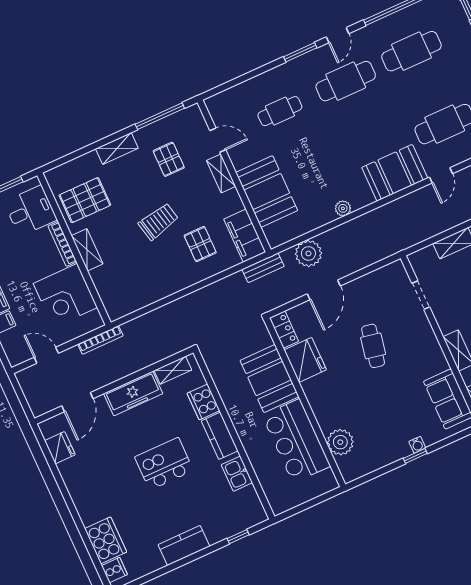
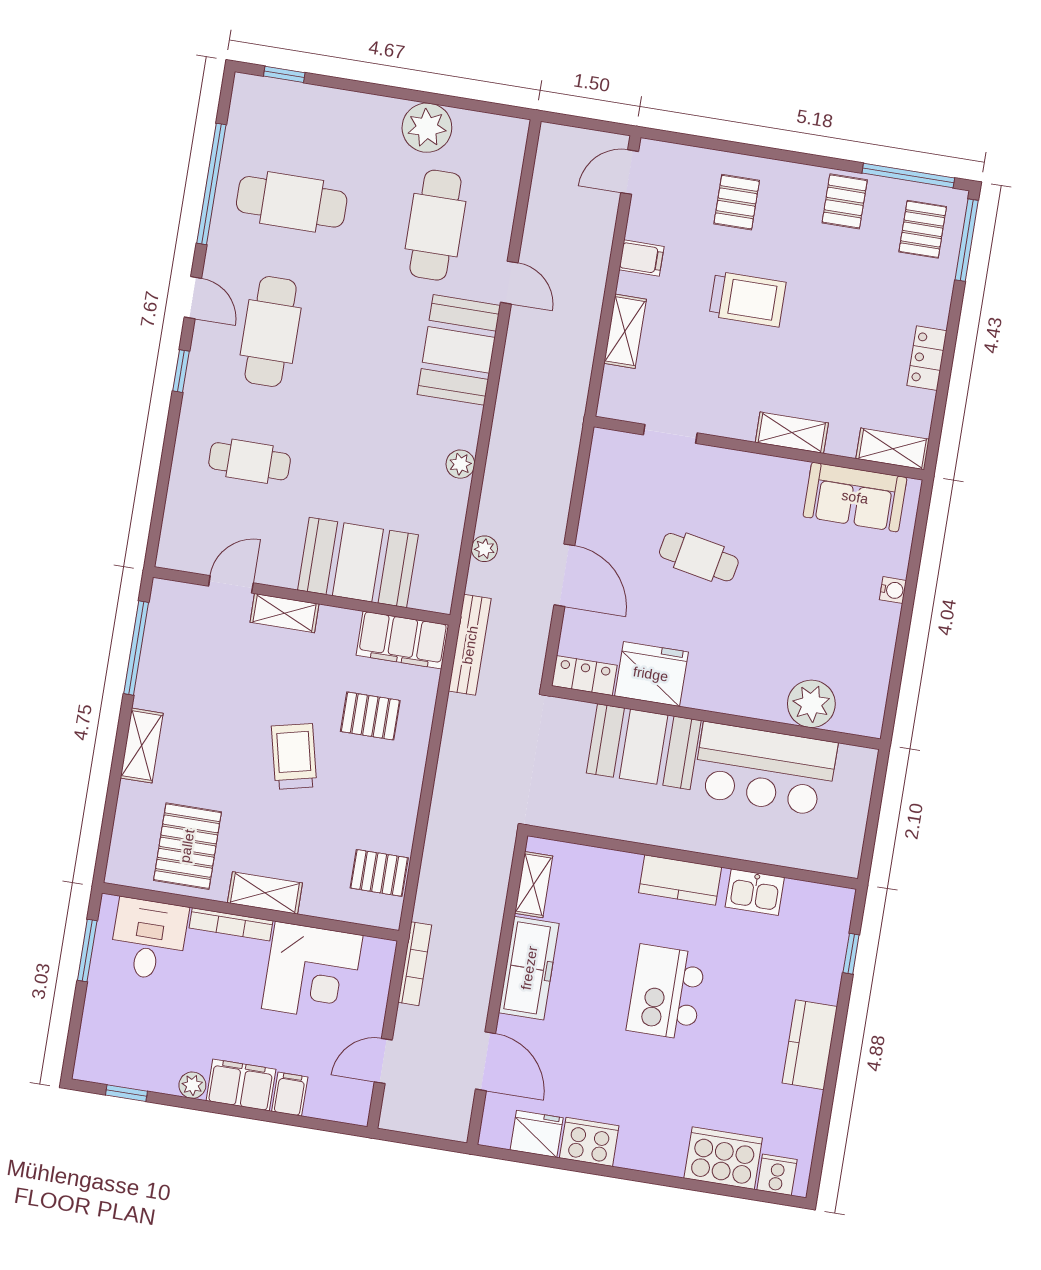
cafe table: (411, 51) -> (292, 202), turned 90
window: (300, 52) -> (181, 371), width x0.67
cafe table: (280, 111) -> (250, 461), turned 90
pallet: (169, 159) -> (379, 873), moved
plant: (308, 253) -> (484, 549), width x0.53, depth x0.53
bench: (263, 268) -> (470, 645), width x1.36
cooker: (203, 402) -> (589, 1142), moved, turned 180
window: (415, 456) -> (908, 604), removed

